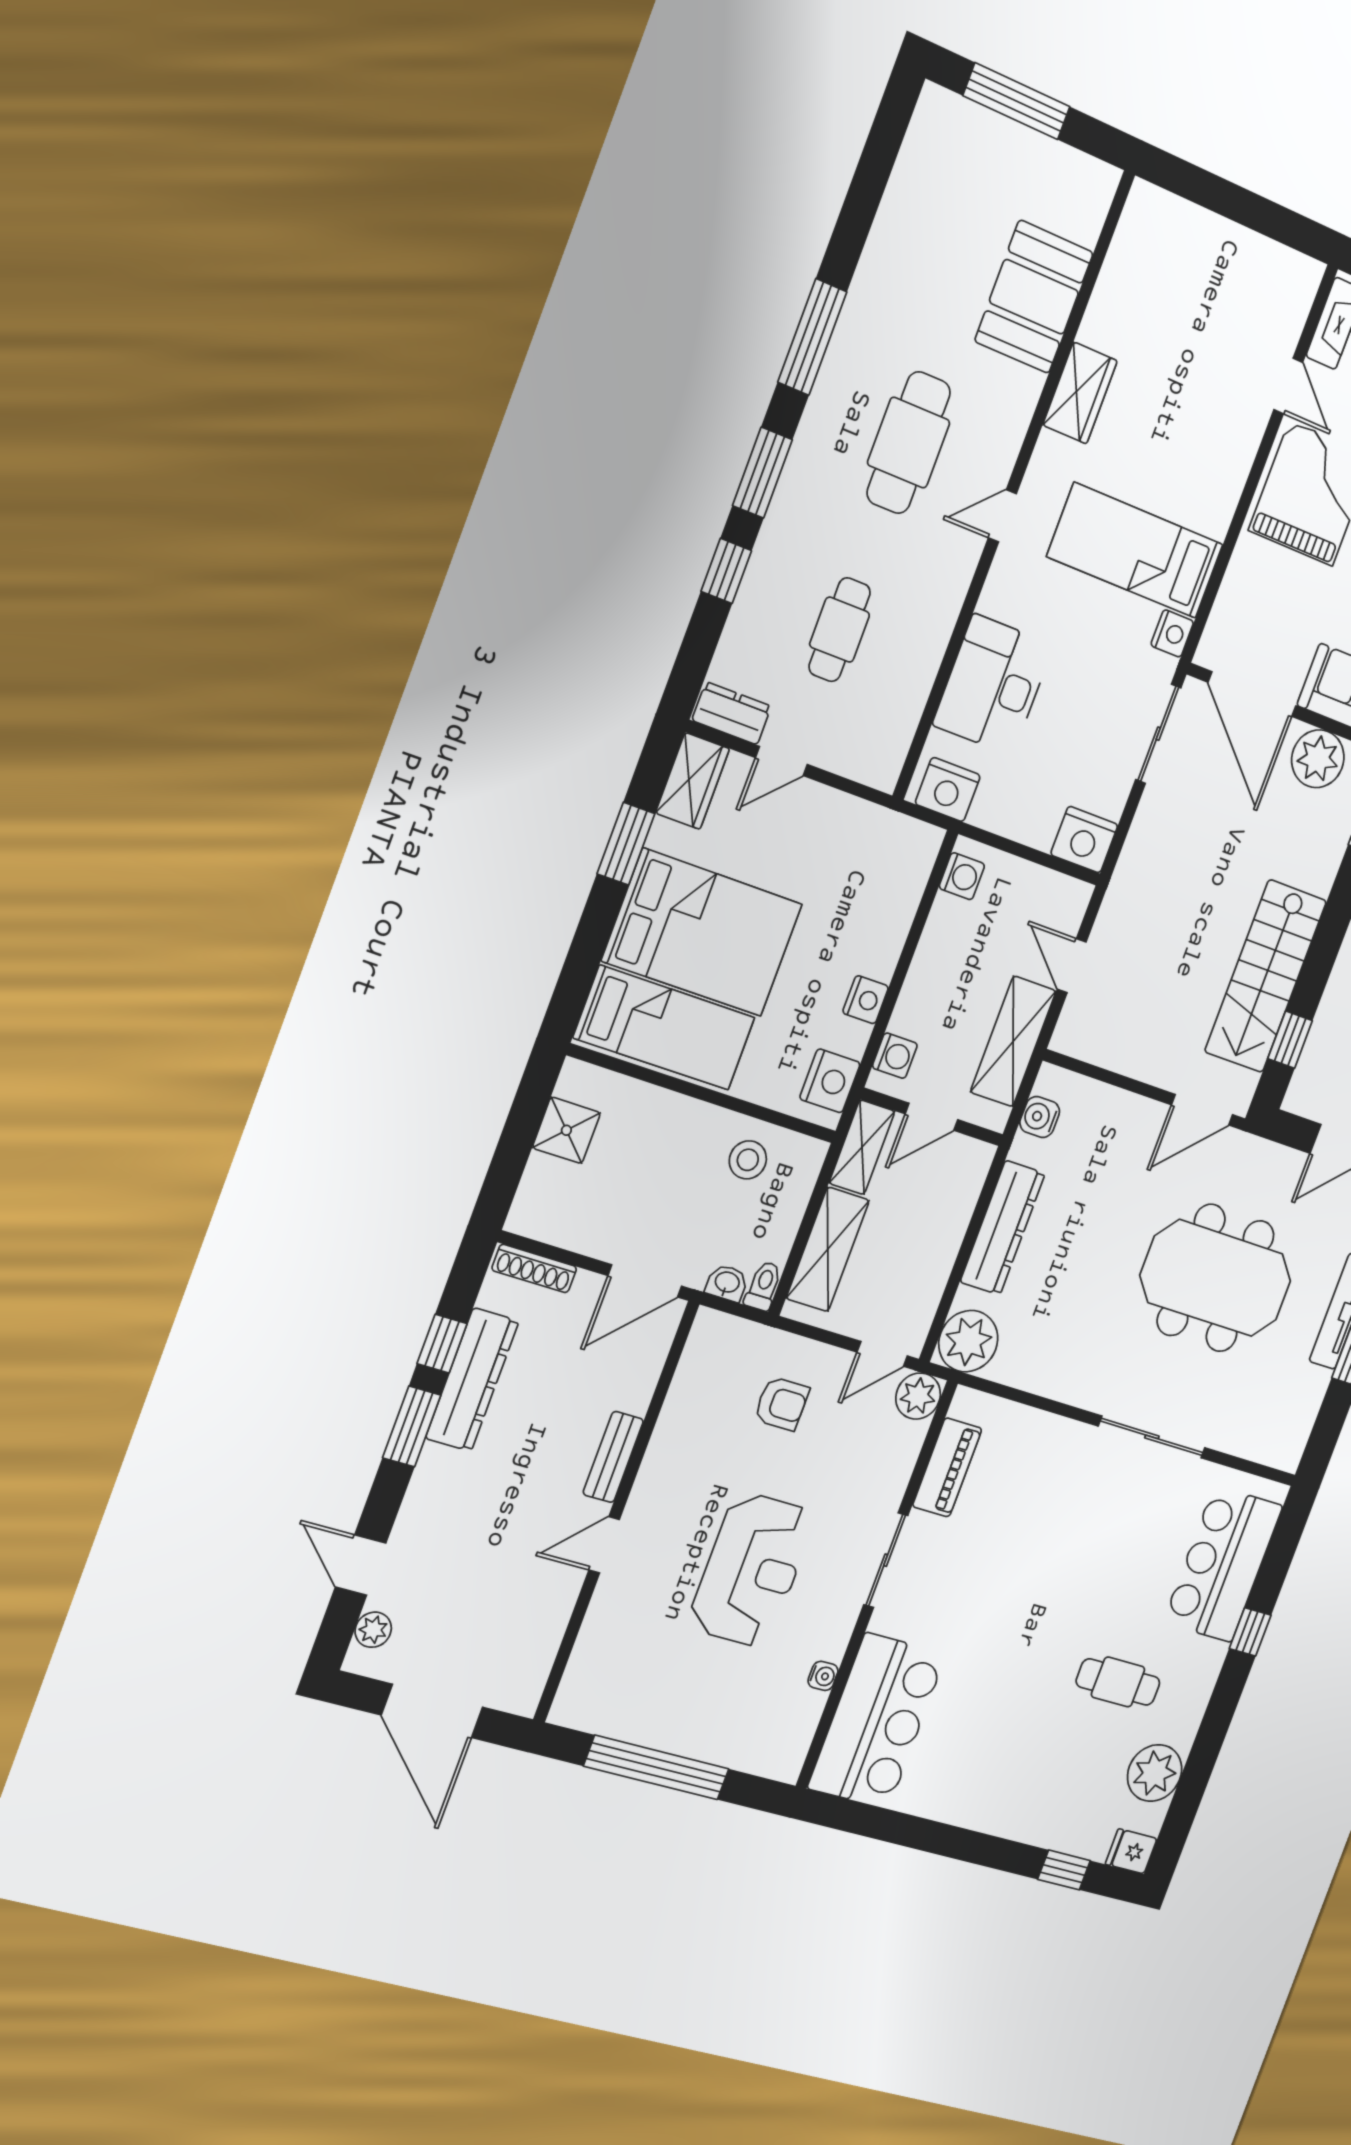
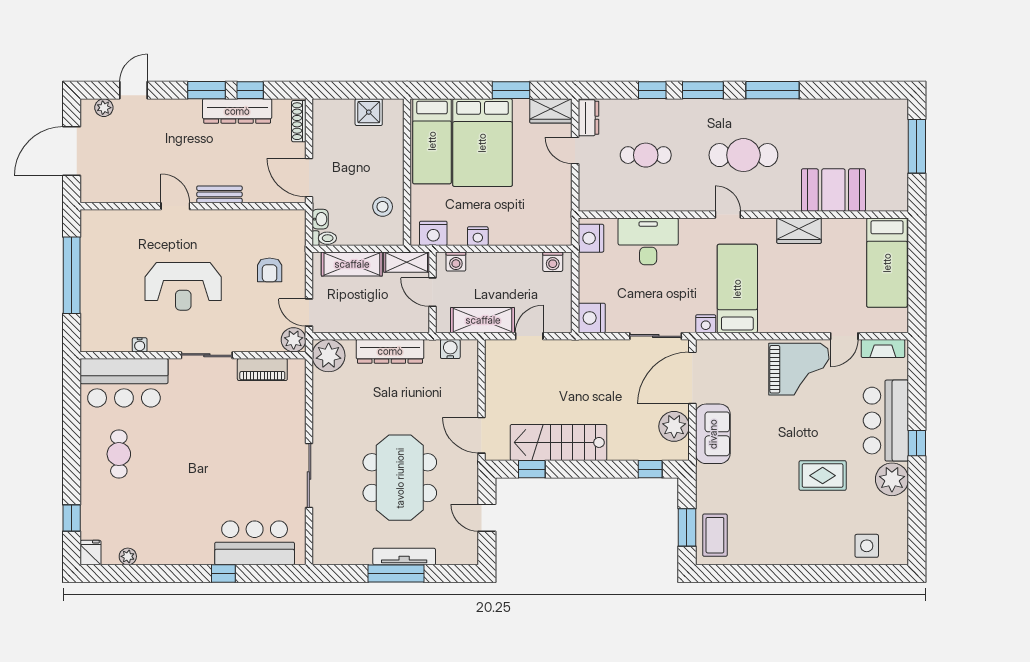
bed: (1196, 251) -> (887, 263), added
cafe table: (1118, 1682) -> (119, 454), moved
plant: (1155, 1773) -> (128, 556), width x0.53, depth x0.53

